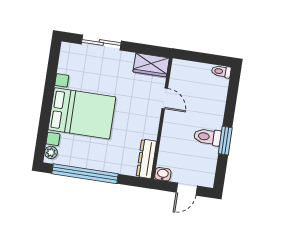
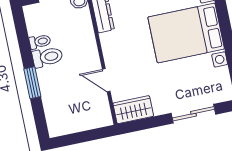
toilet: (221, 71) -> (40, 42), moved
window: (225, 141) -> (32, 83), moved

